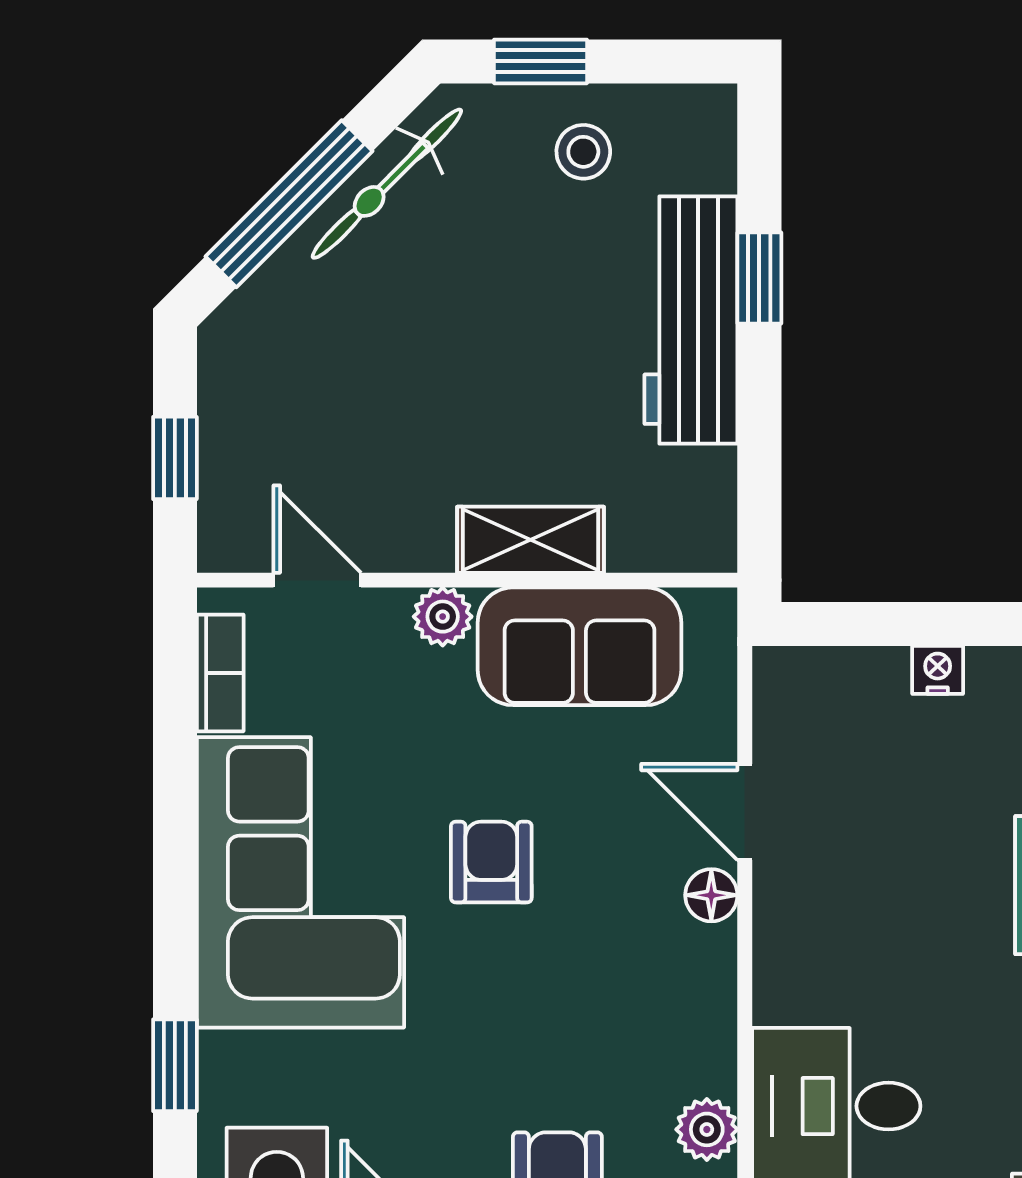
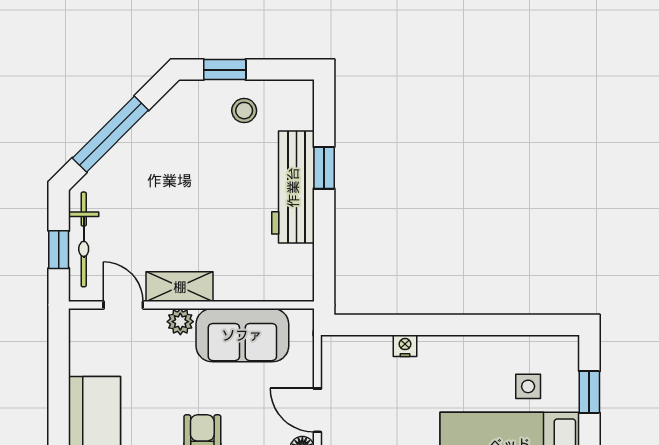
bicycle: (387, 184) -> (84, 239), moved, turned -45
shelving: (530, 540) -> (180, 287), moved
bookcase: (220, 673) -> (79, 347), removed

